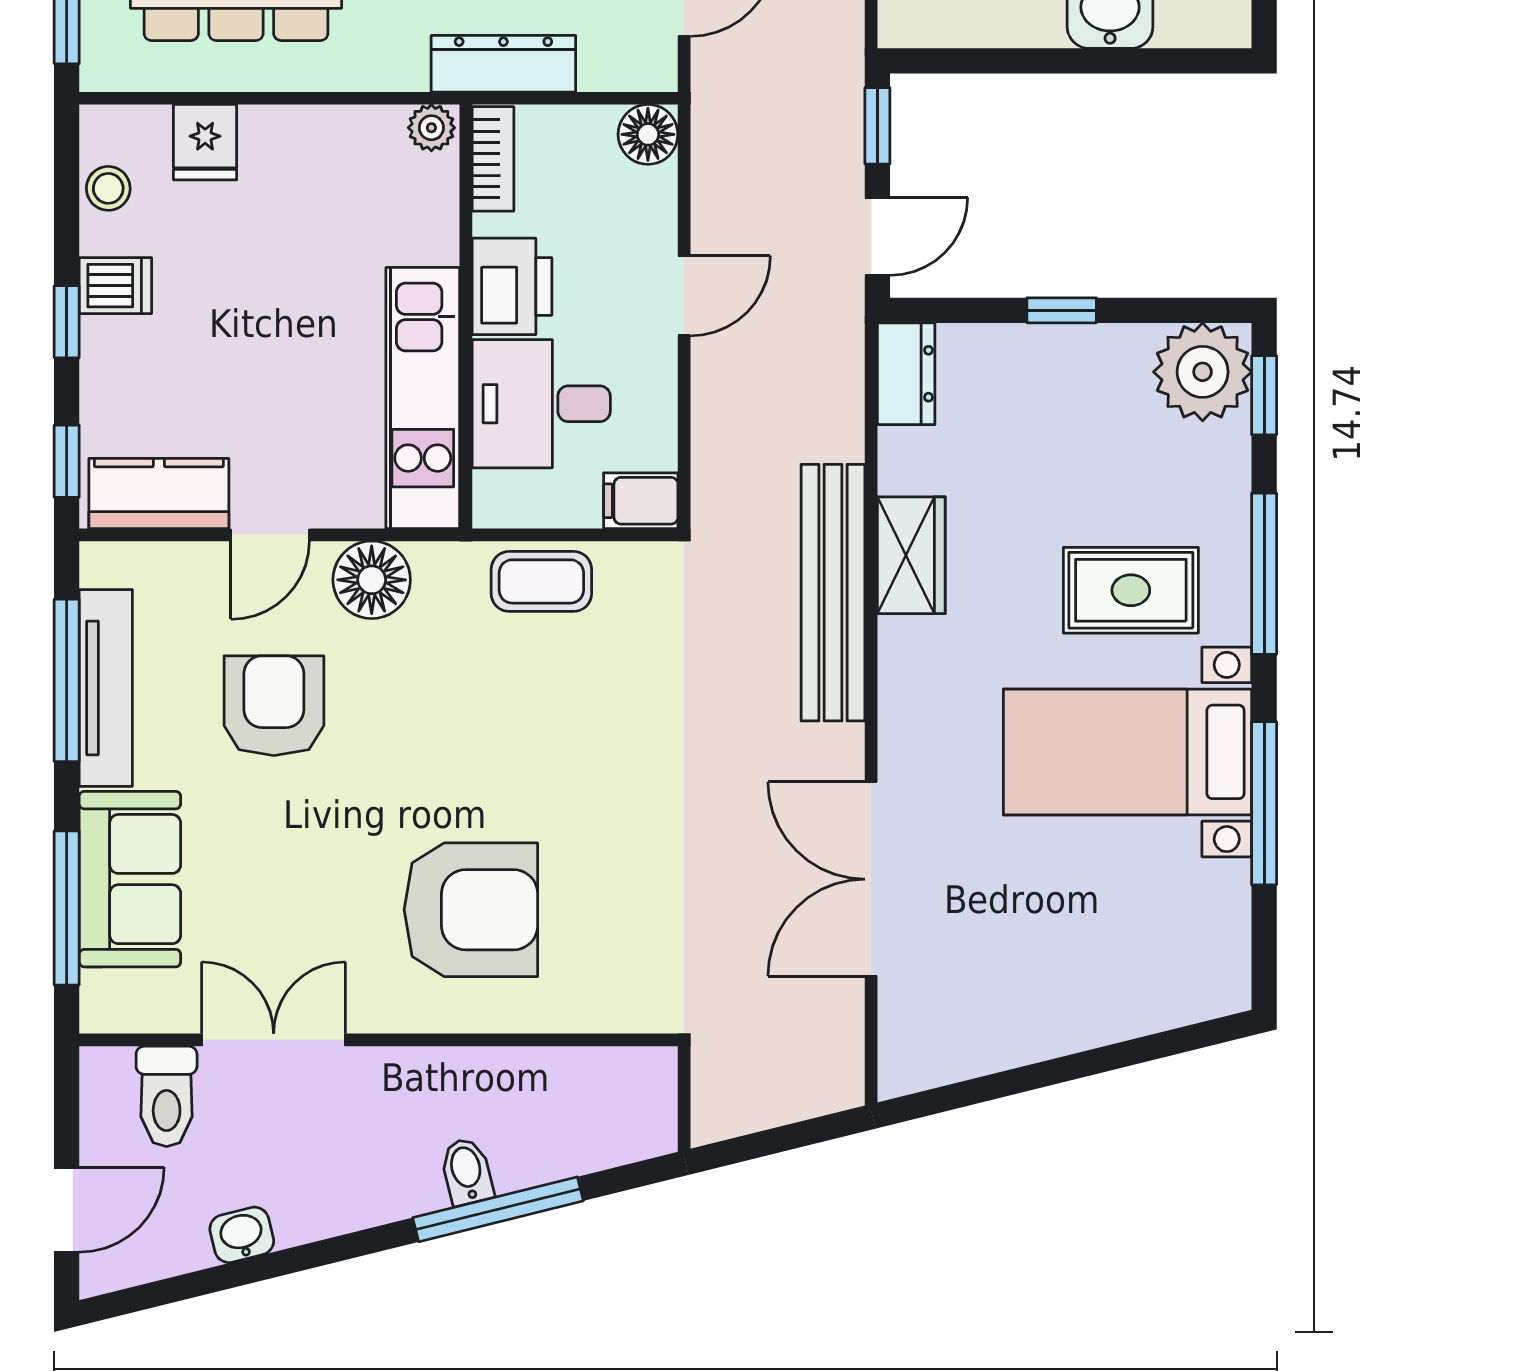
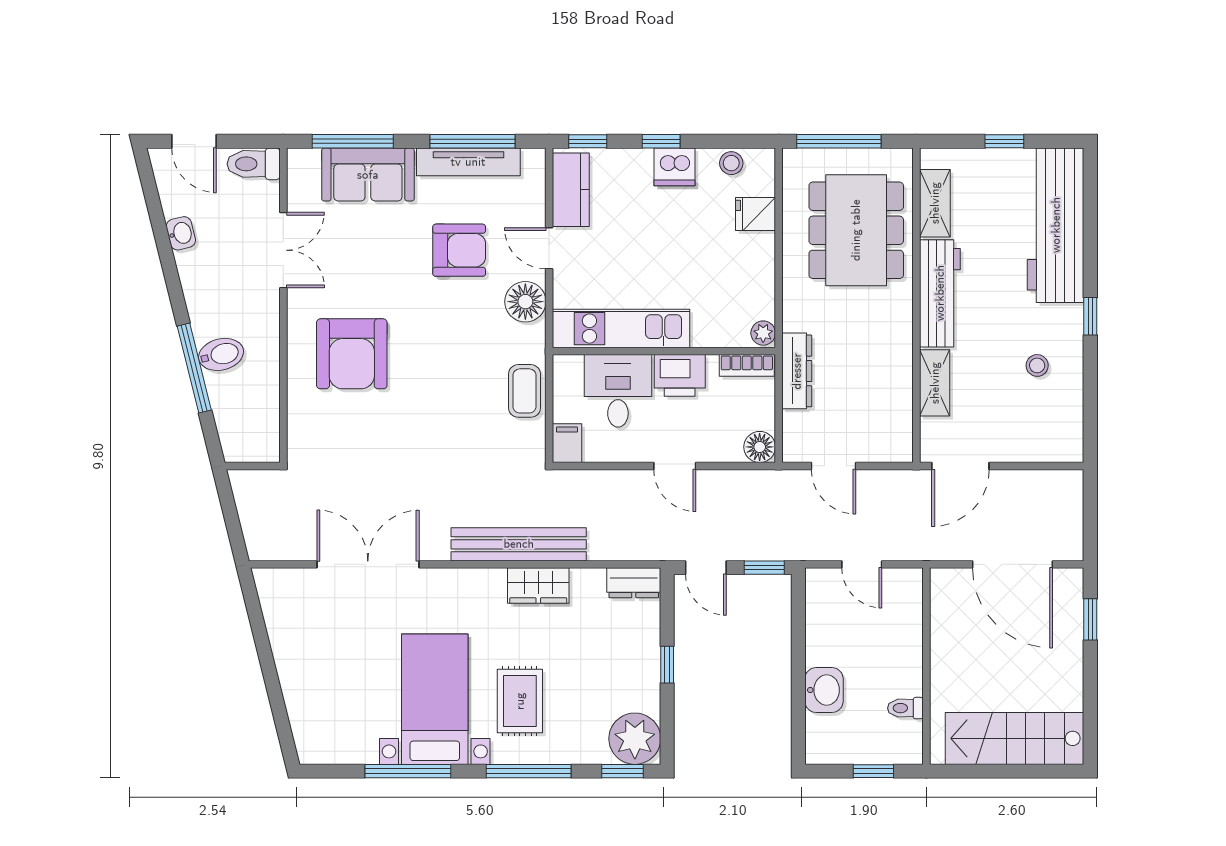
dishwasher: (115, 286) -> (675, 167), width x1.38
toilet: (167, 1096) -> (254, 164), moved
bidet: (467, 1171) -> (221, 354), width x1.38, depth x1.36

